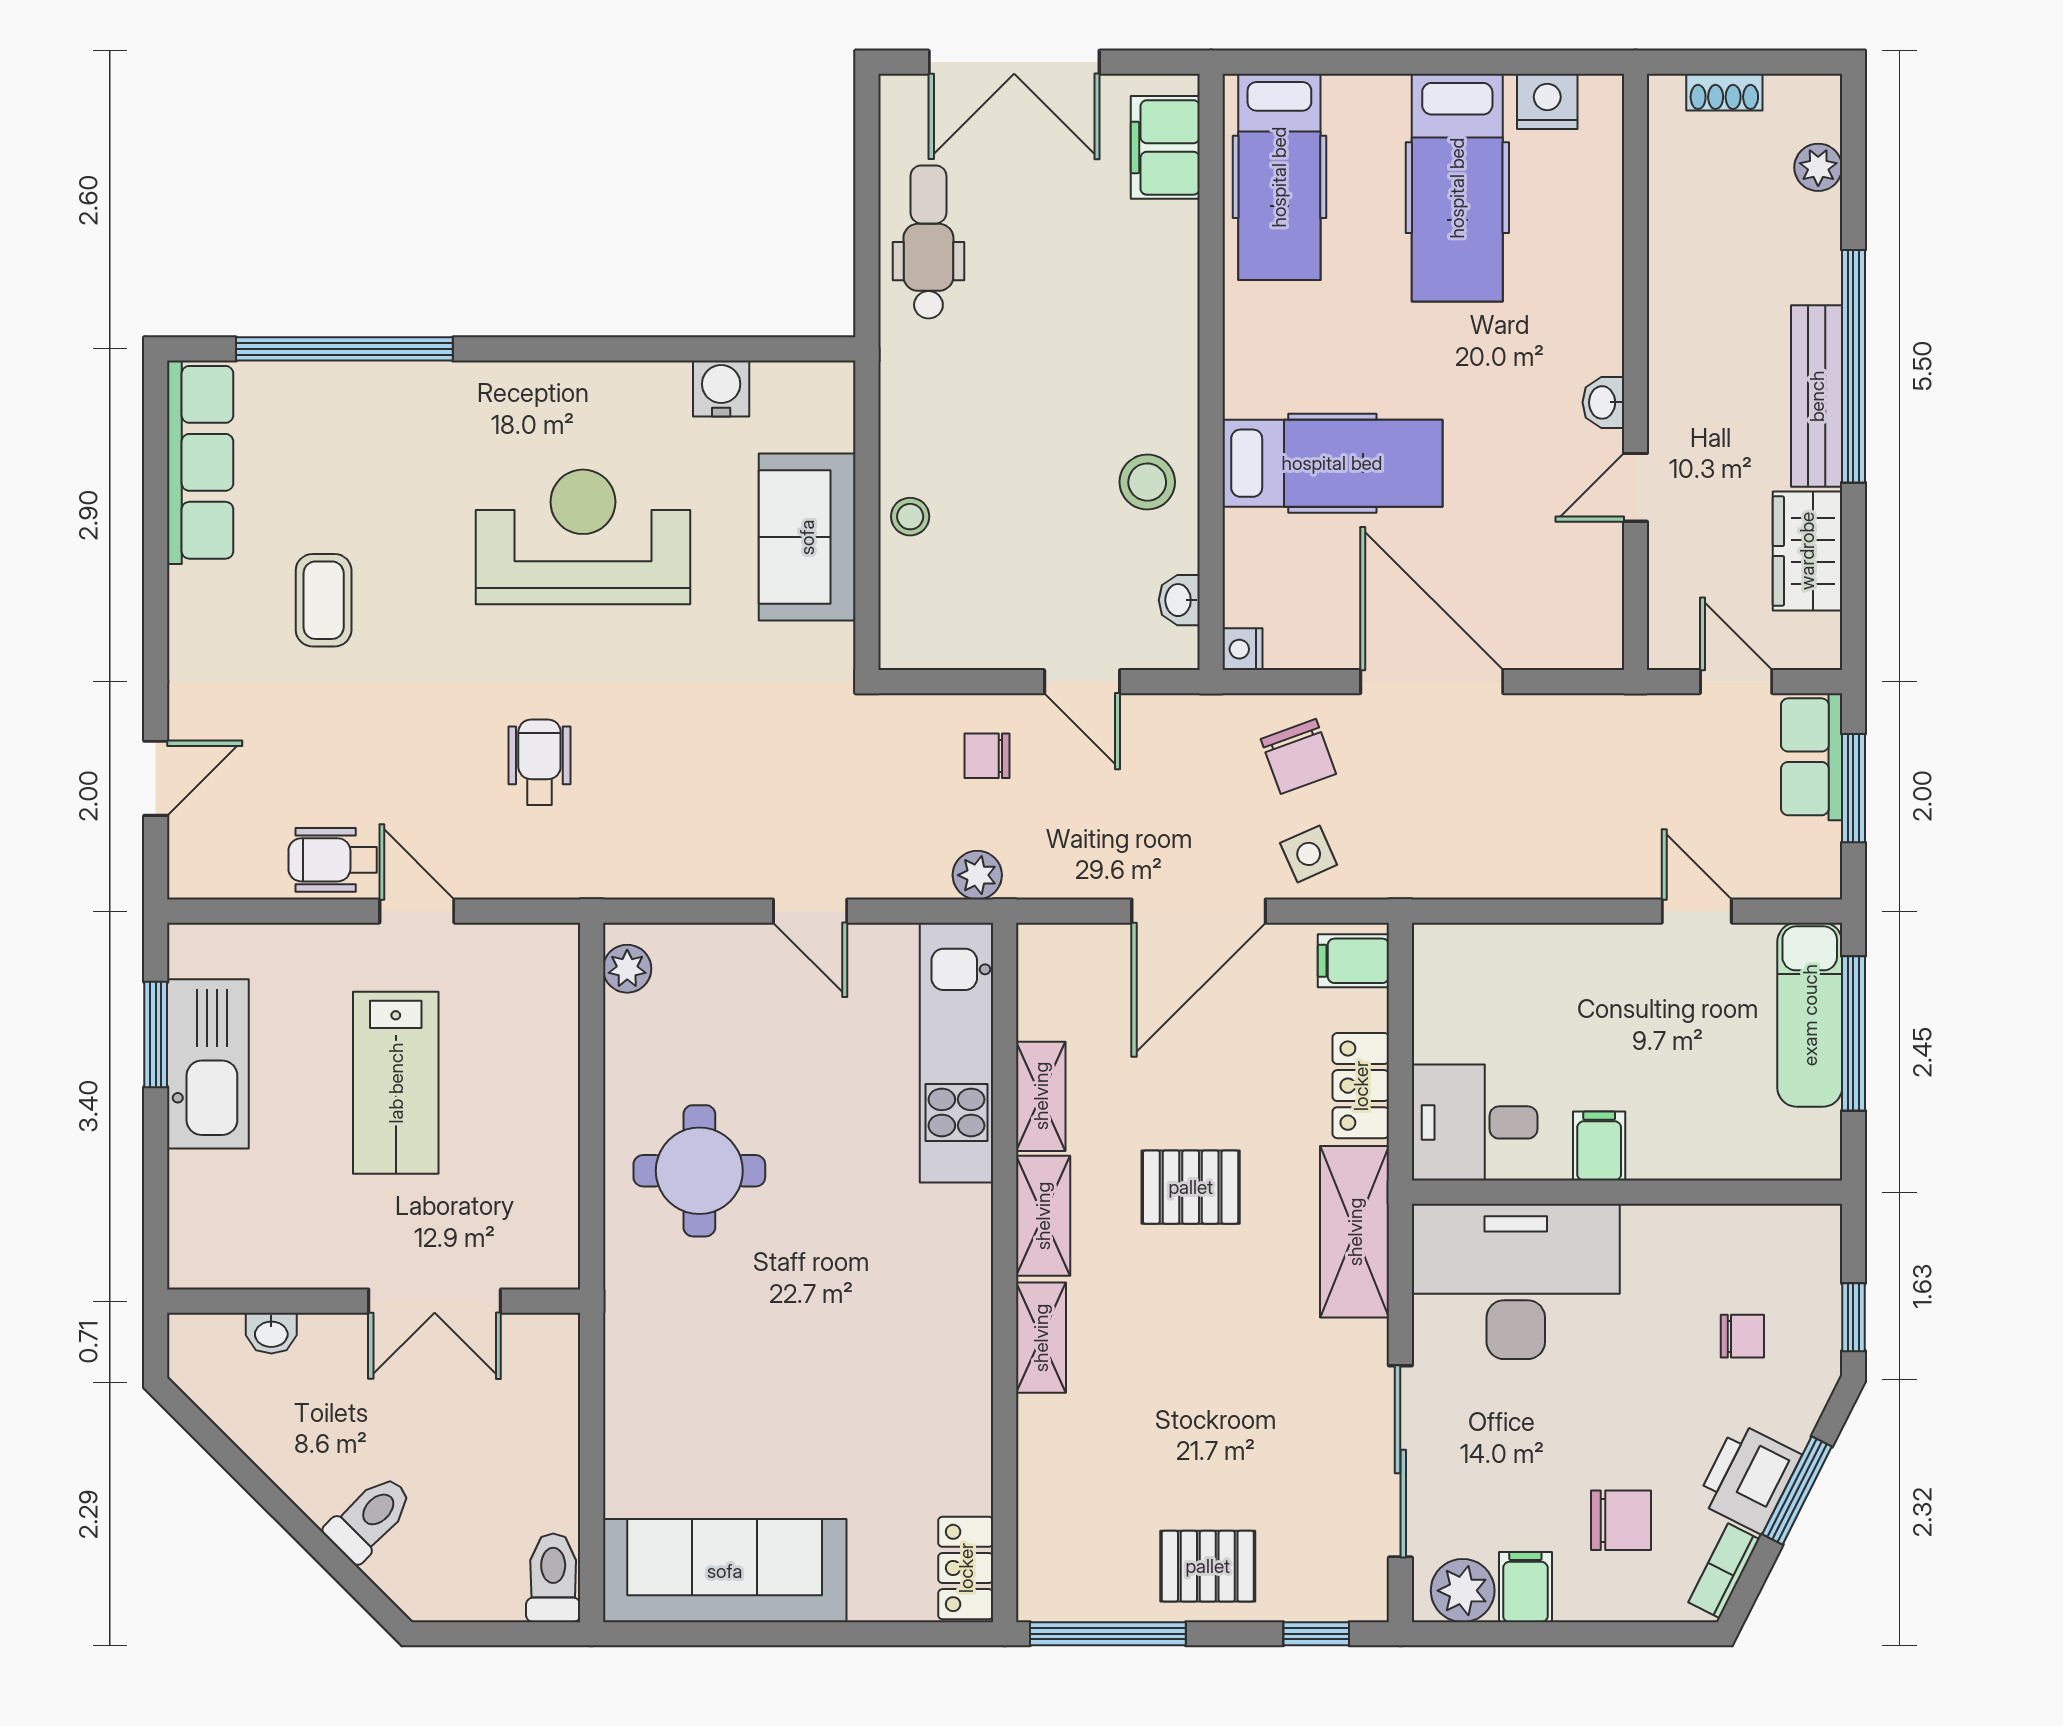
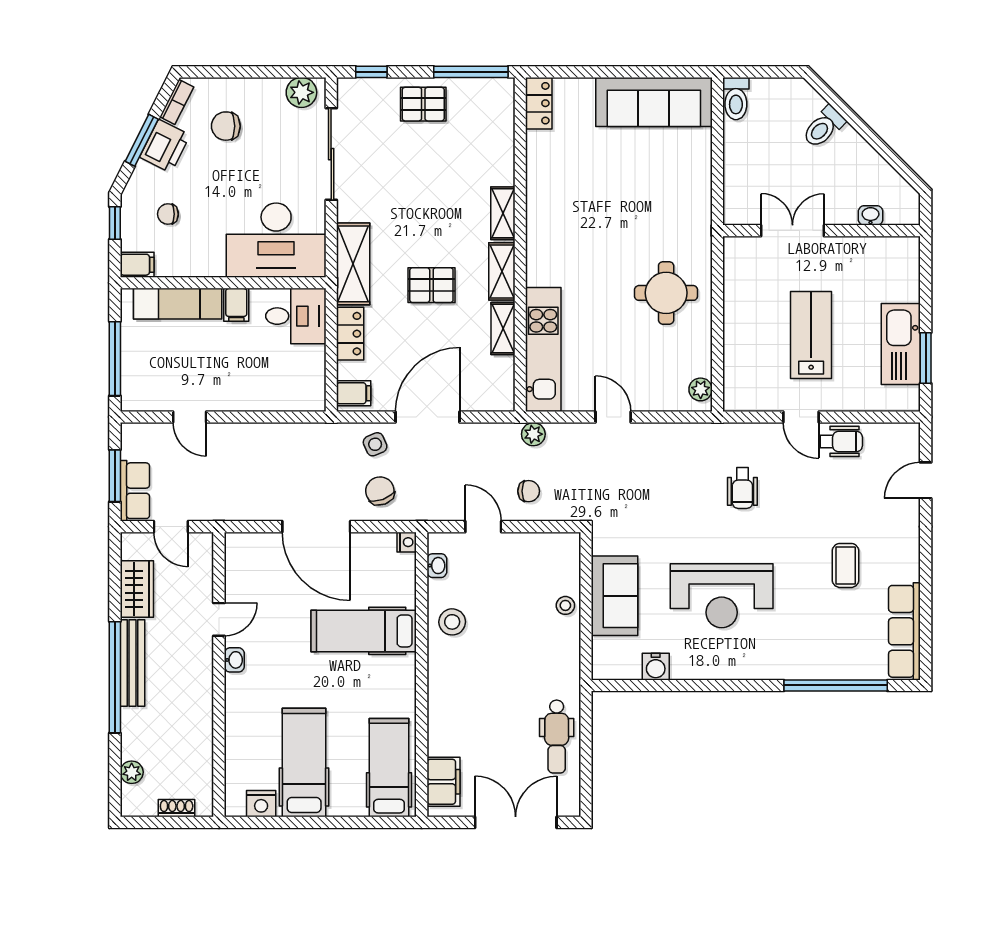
exam couch: (1810, 1015) -> (178, 304), moved, turned 90
filing cabinet: (1525, 1587) -> (137, 265), moved, turned -90

